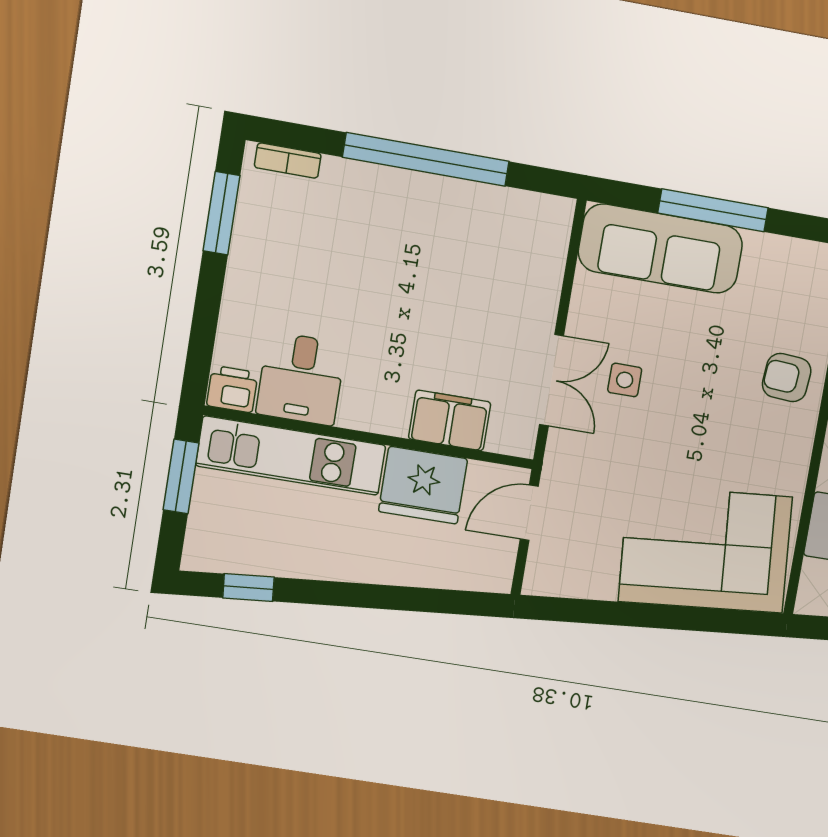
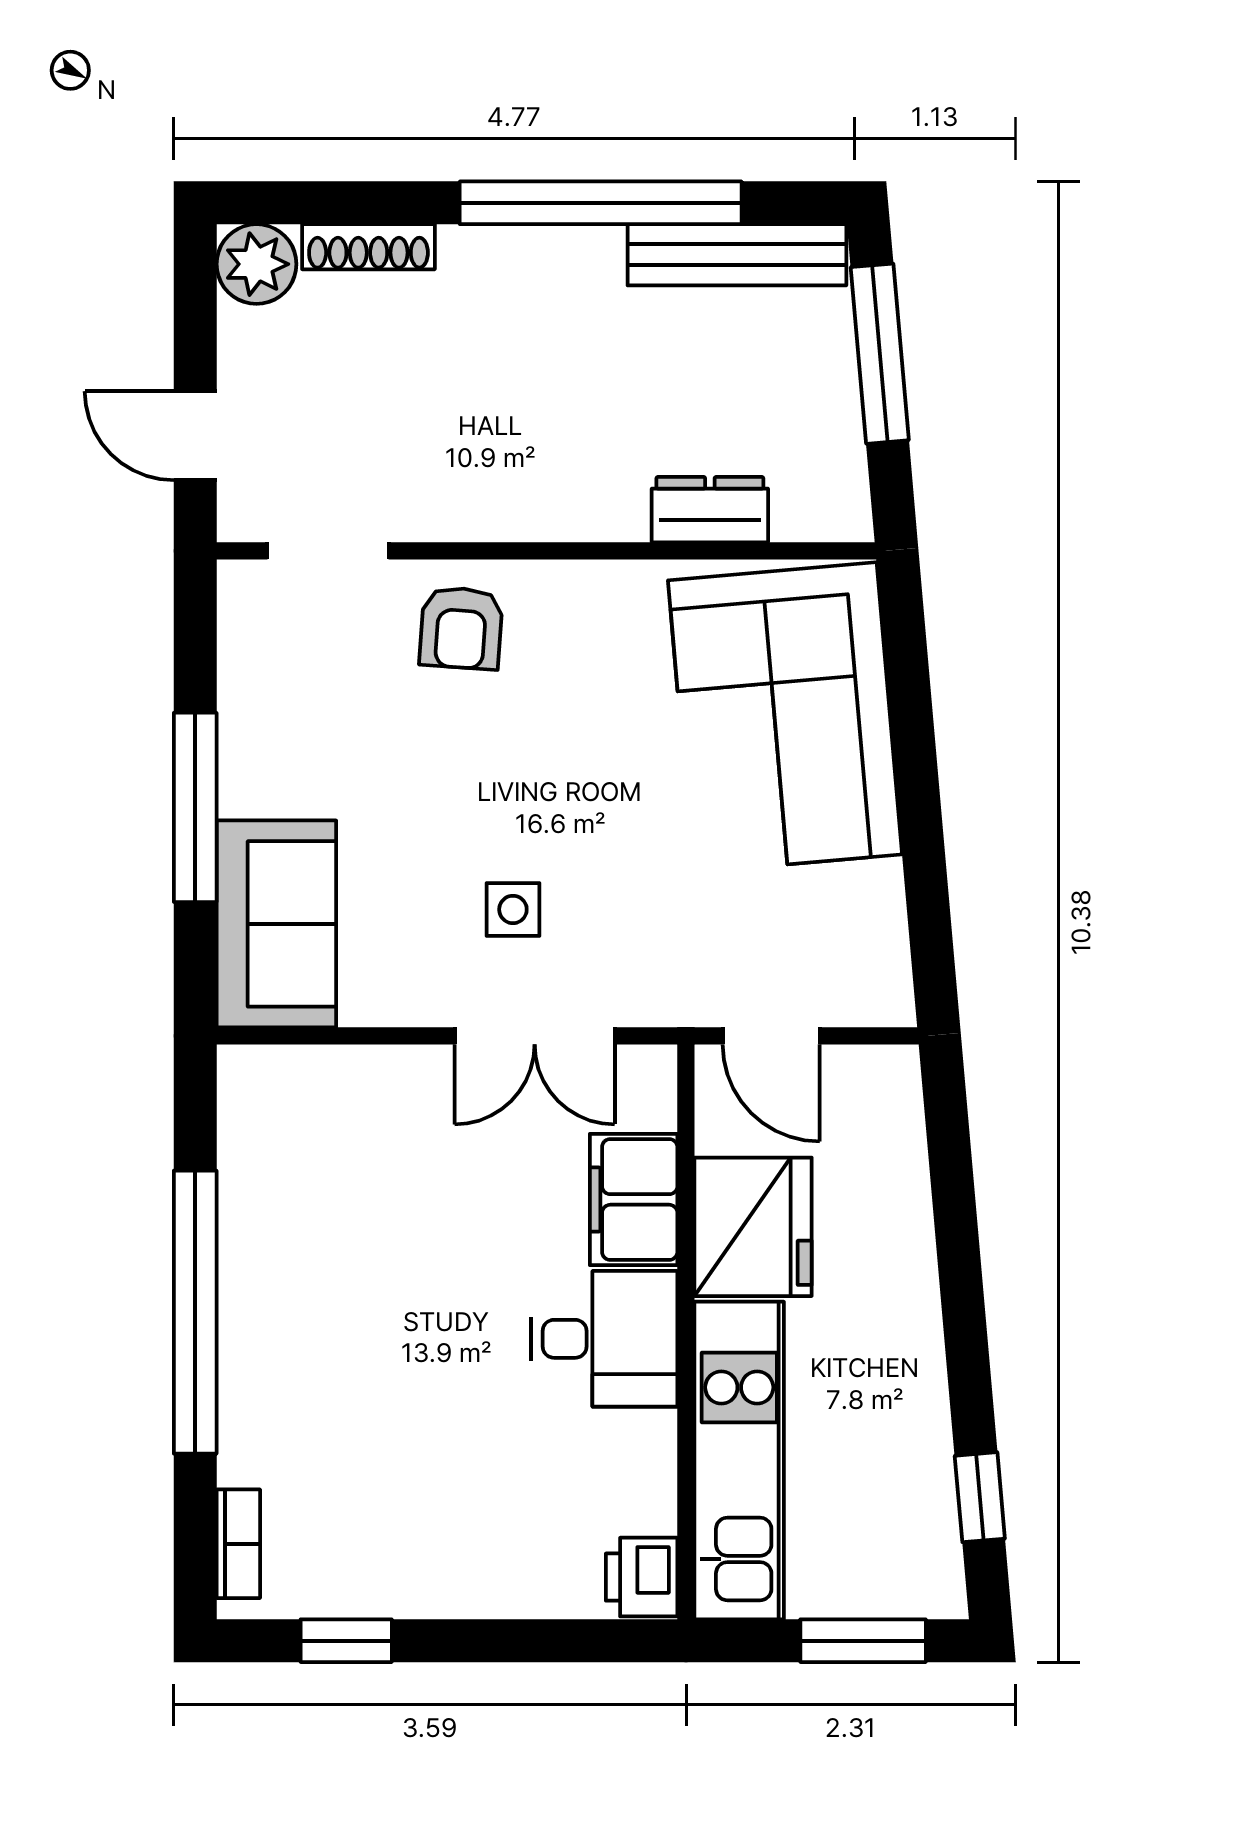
window: (221, 213) -> (346, 1641), width x0.67
sofa: (660, 249) -> (276, 924), width x0.73
desk: (301, 379) -> (604, 1339), moved
double door: (552, 380) -> (535, 1036), swing flipped
window: (181, 476) -> (863, 1641), moved

